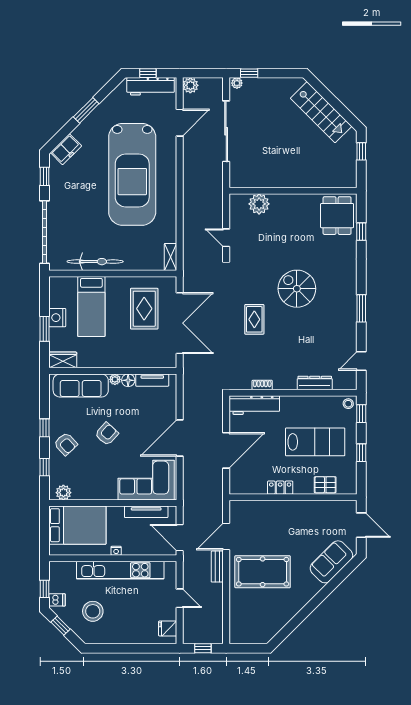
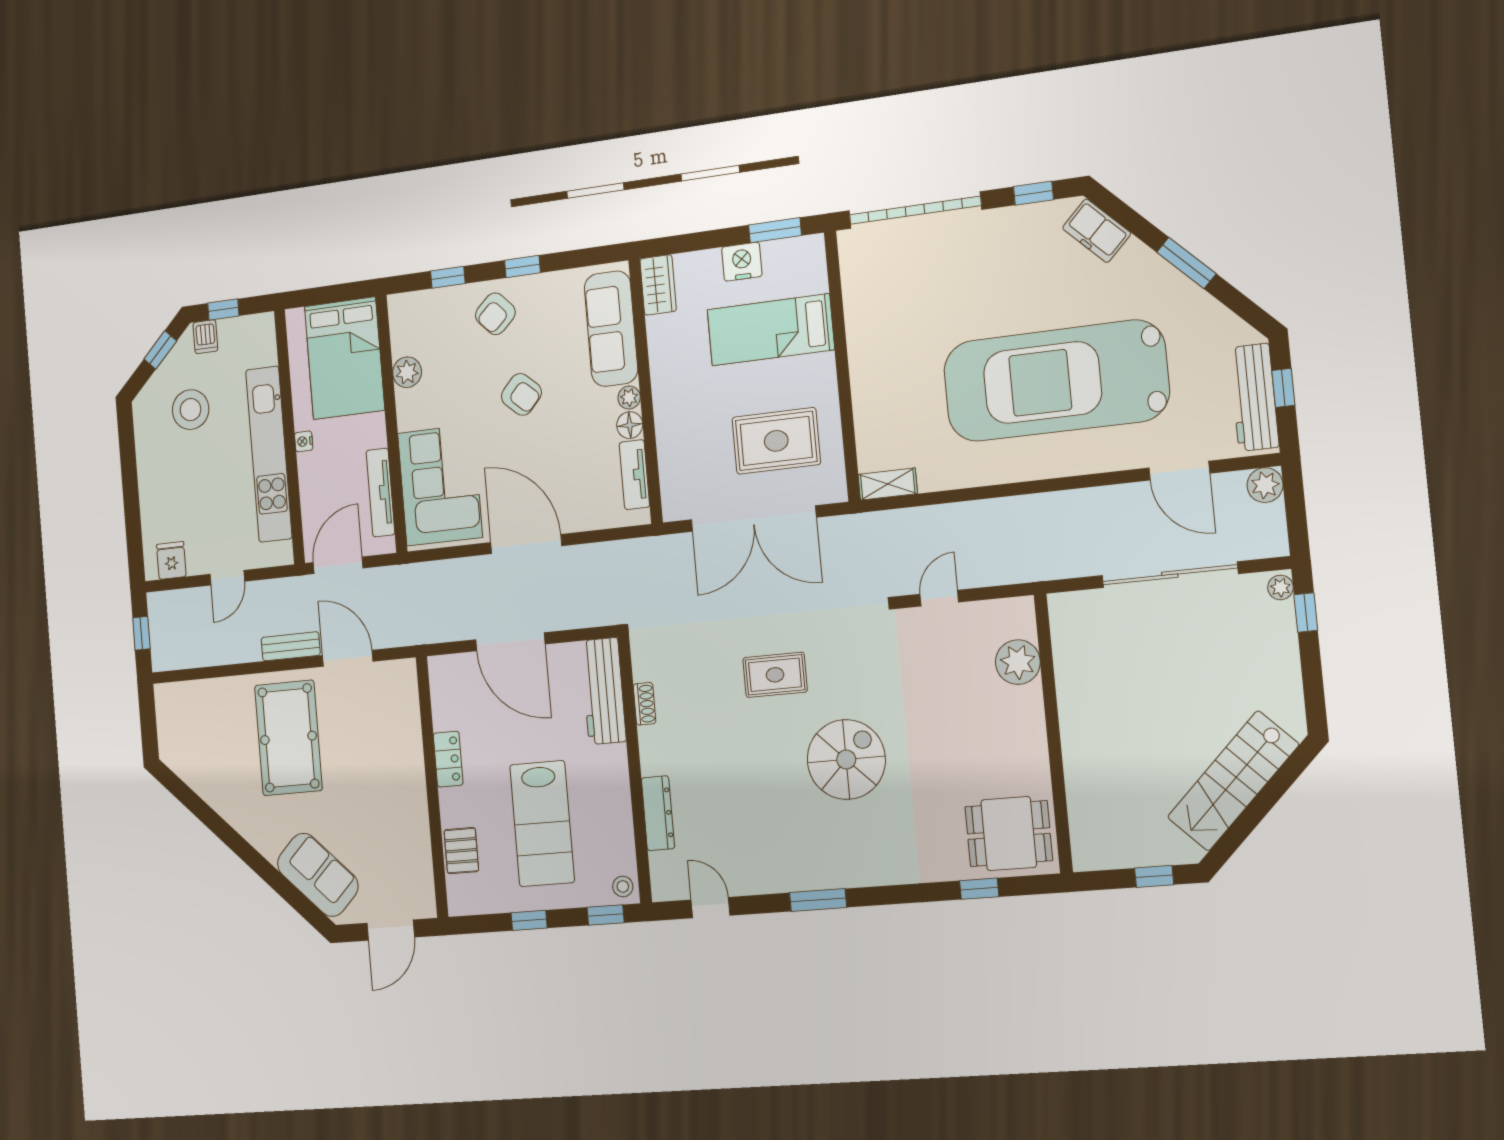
bicycle: (95, 262) -> (864, 325), removed
window: (45, 329) -> (775, 230), moved
plant: (63, 493) -> (407, 372), moved

